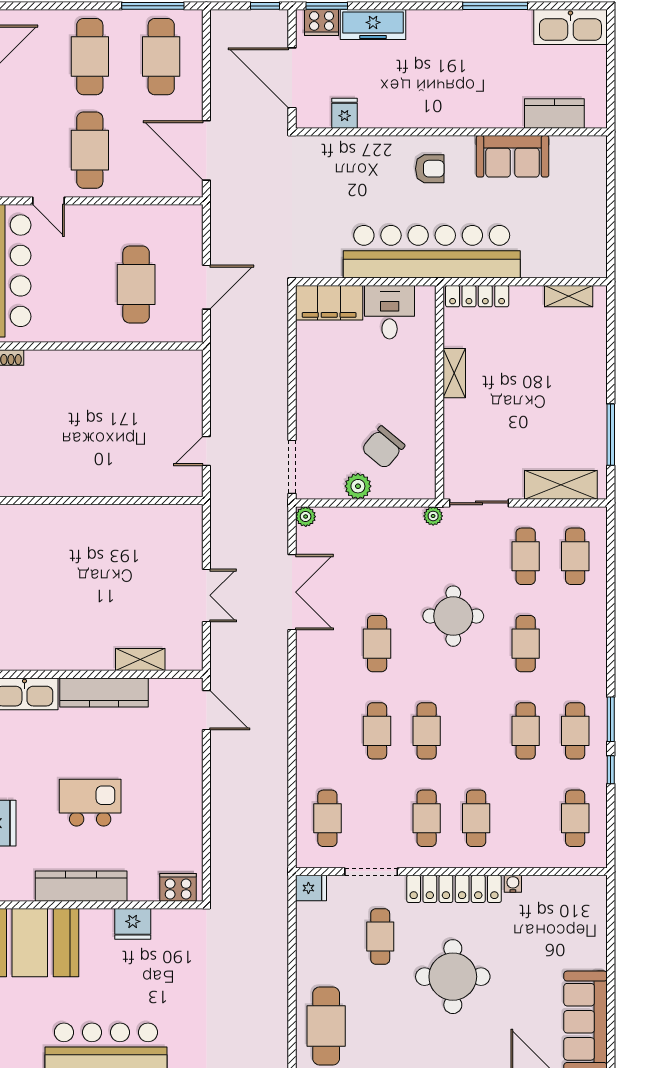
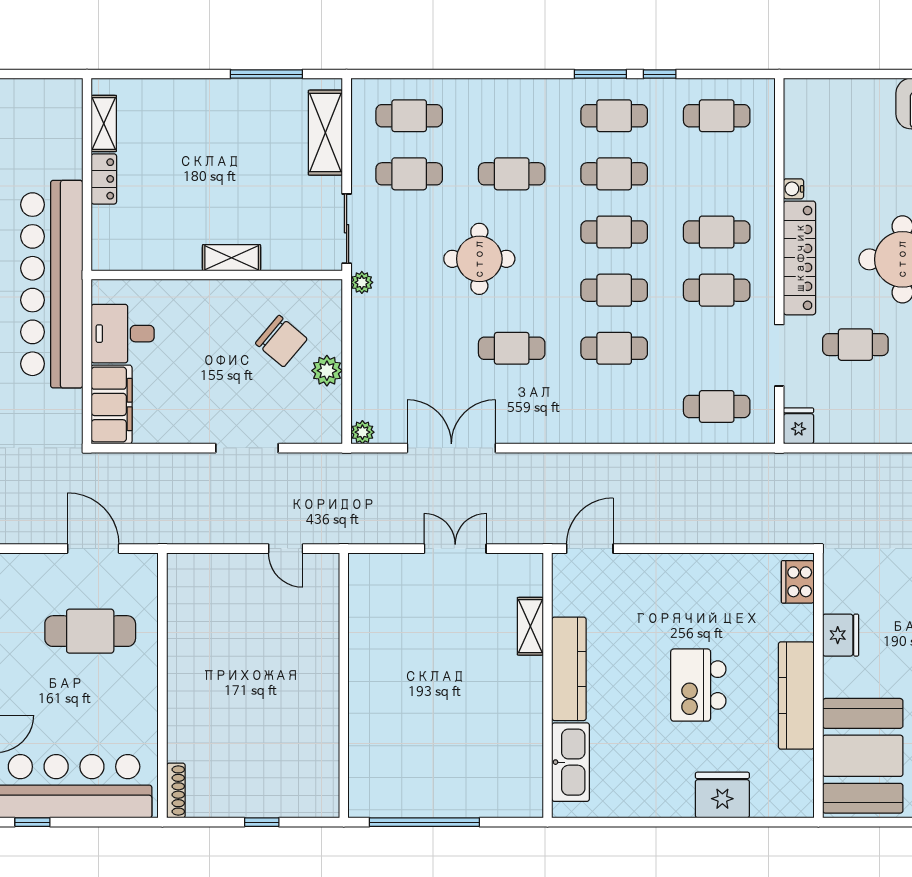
locker: (477, 296) -> (104, 179), moved, width x0.66
shelving: (454, 373) -> (232, 258), moved
doorway: (292, 467) -> (247, 448), moved
cafe table: (476, 731) -> (614, 232), added

